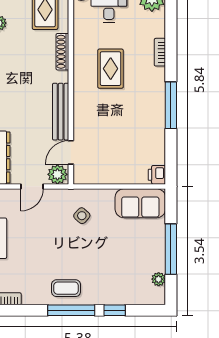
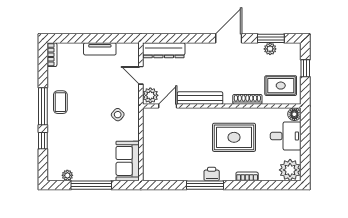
rug: (111, 69) -> (234, 137), width x1.36, depth x1.43
door: (71, 152) -> (168, 106), hinge flipped
printer: (157, 175) -> (212, 174), moved

